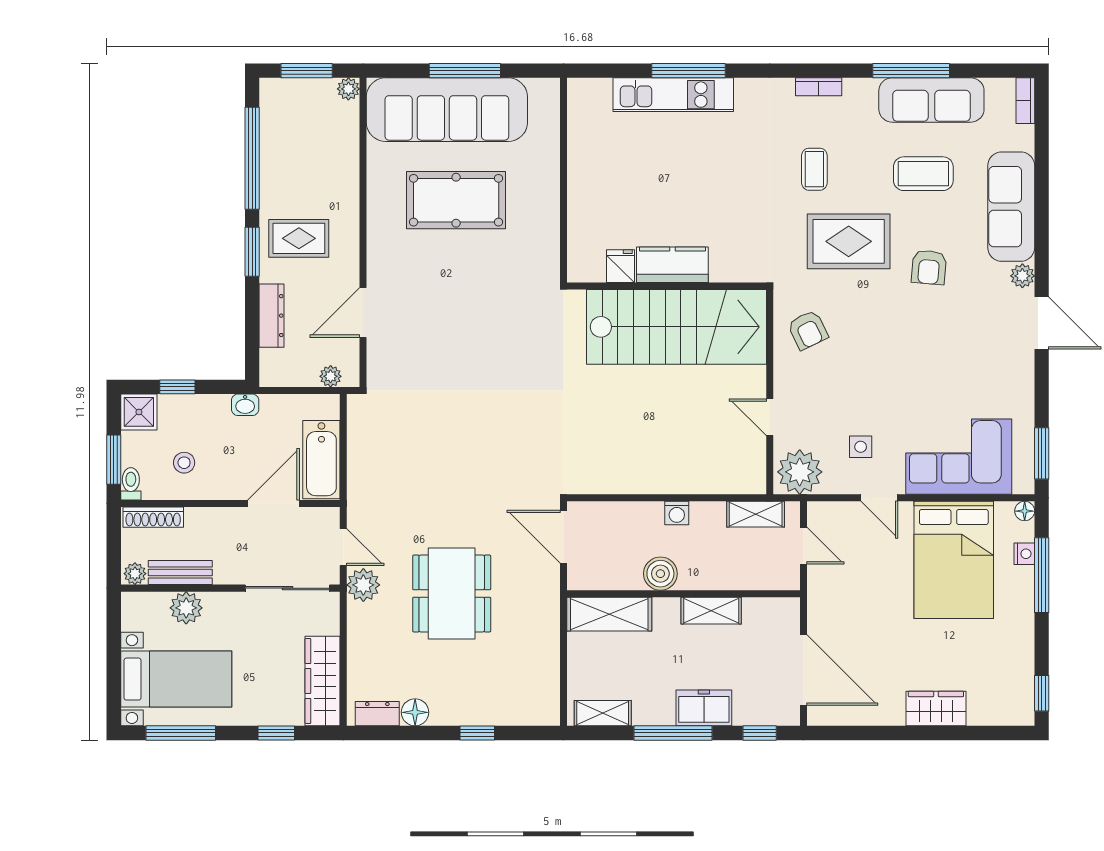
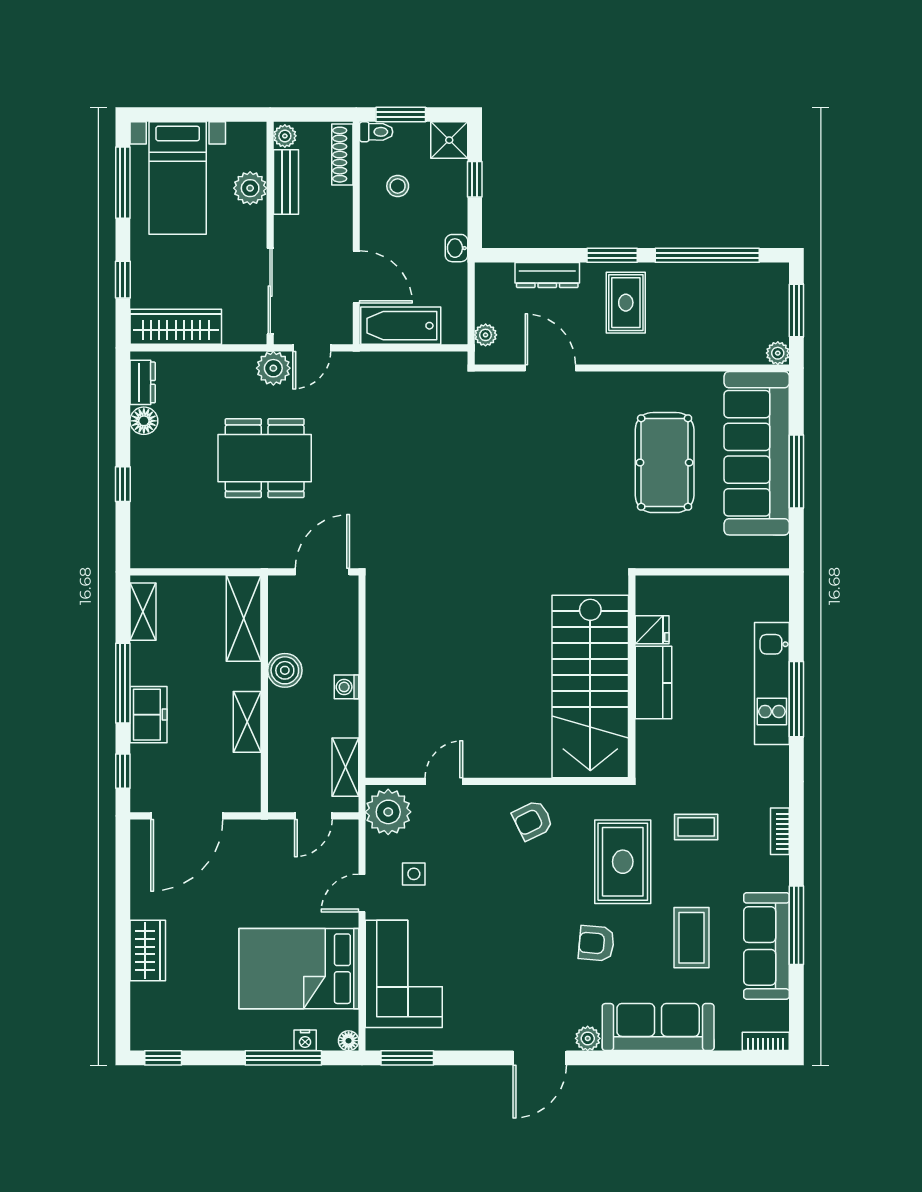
kitchen counter: (672, 265) -> (653, 683), moved
fridge: (621, 266) -> (652, 630), moved
wall: (667, 286) -> (632, 677), moved
stairs: (676, 327) -> (590, 687), moved

